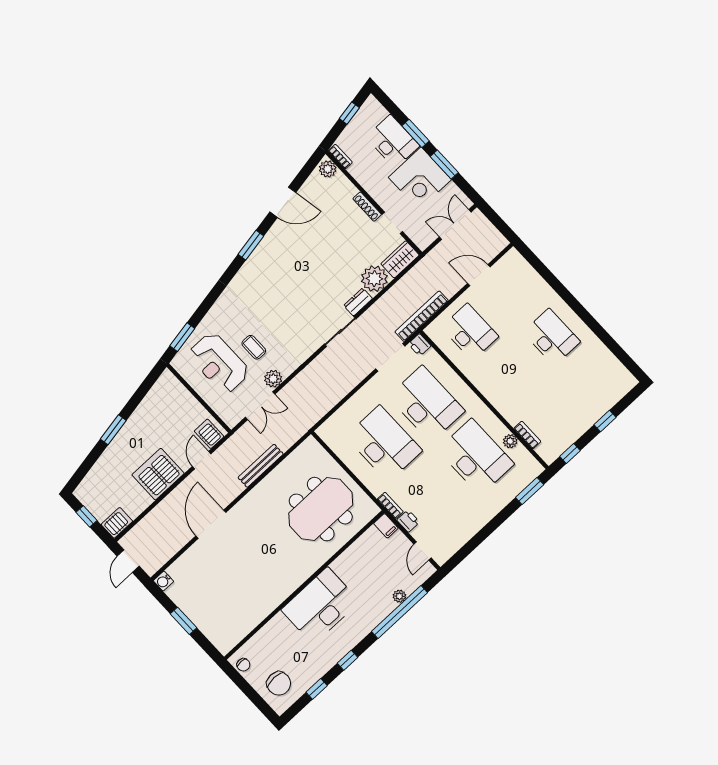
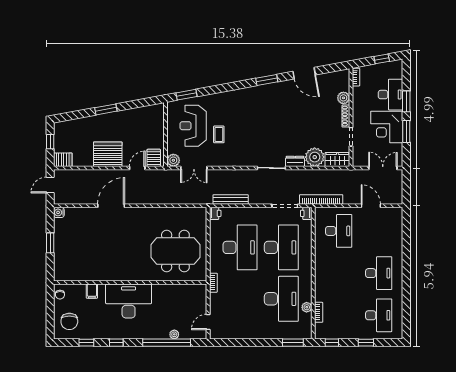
plant: (328, 169) -> (343, 98), moved
plant: (273, 379) -> (173, 160), moved
desk: (592, 381) -> (379, 315), added
bench: (261, 466) -> (231, 199), moved
printer: (408, 521) -> (215, 213), moved
filing cabinet: (386, 526) -> (92, 291), moved

